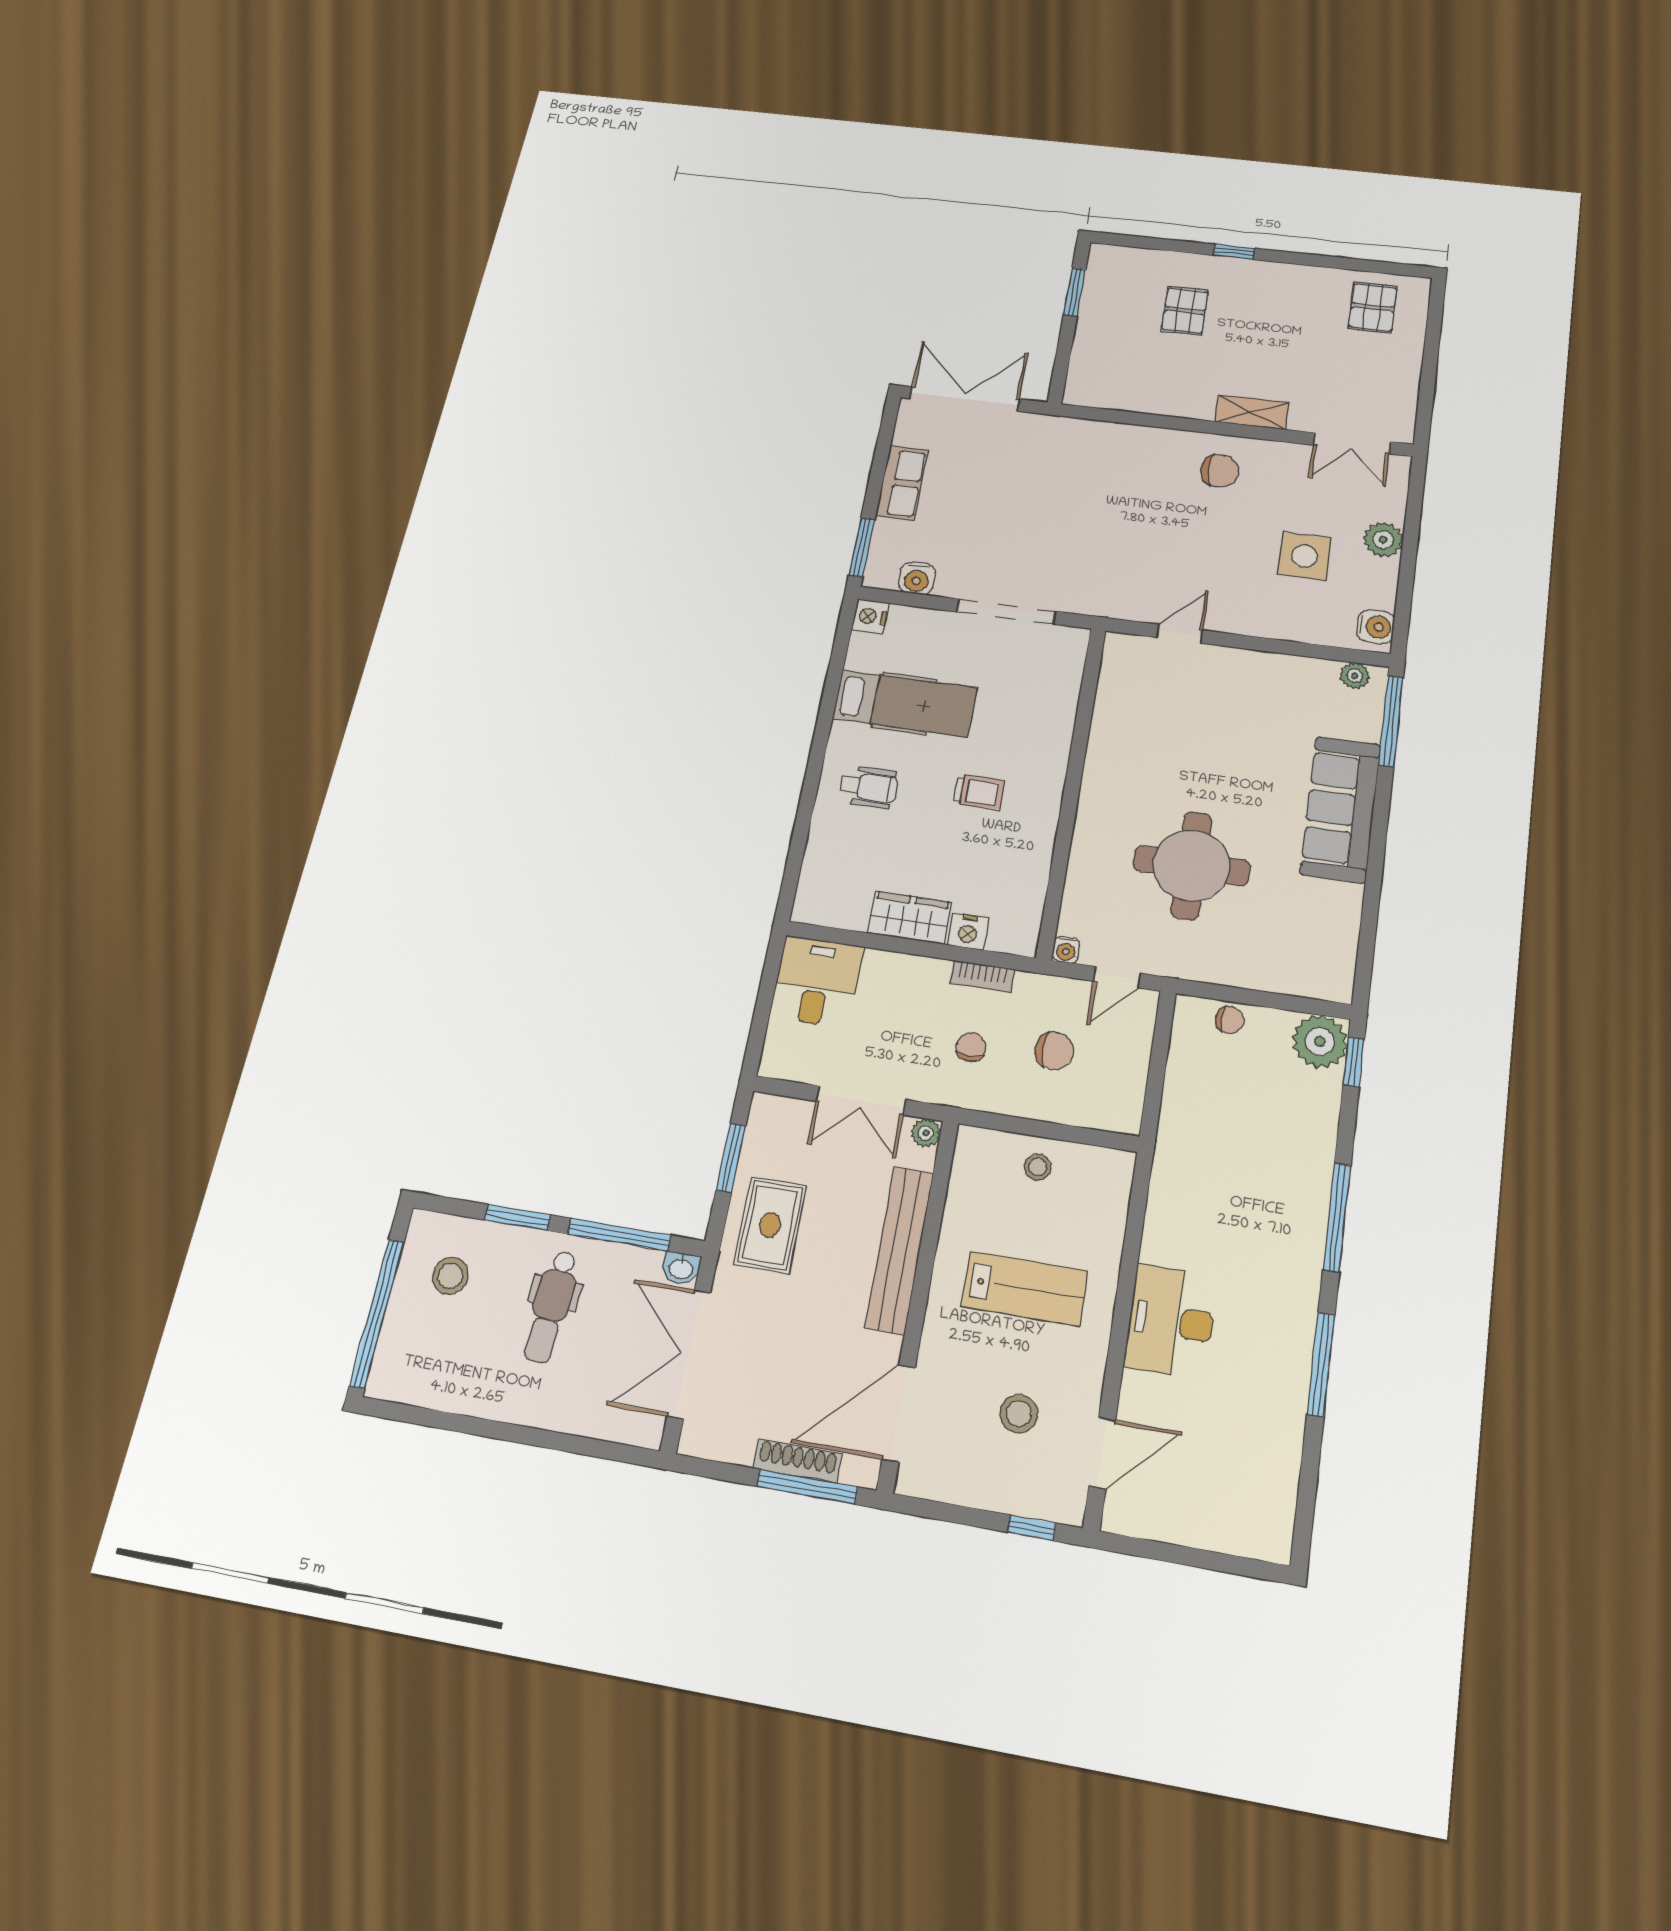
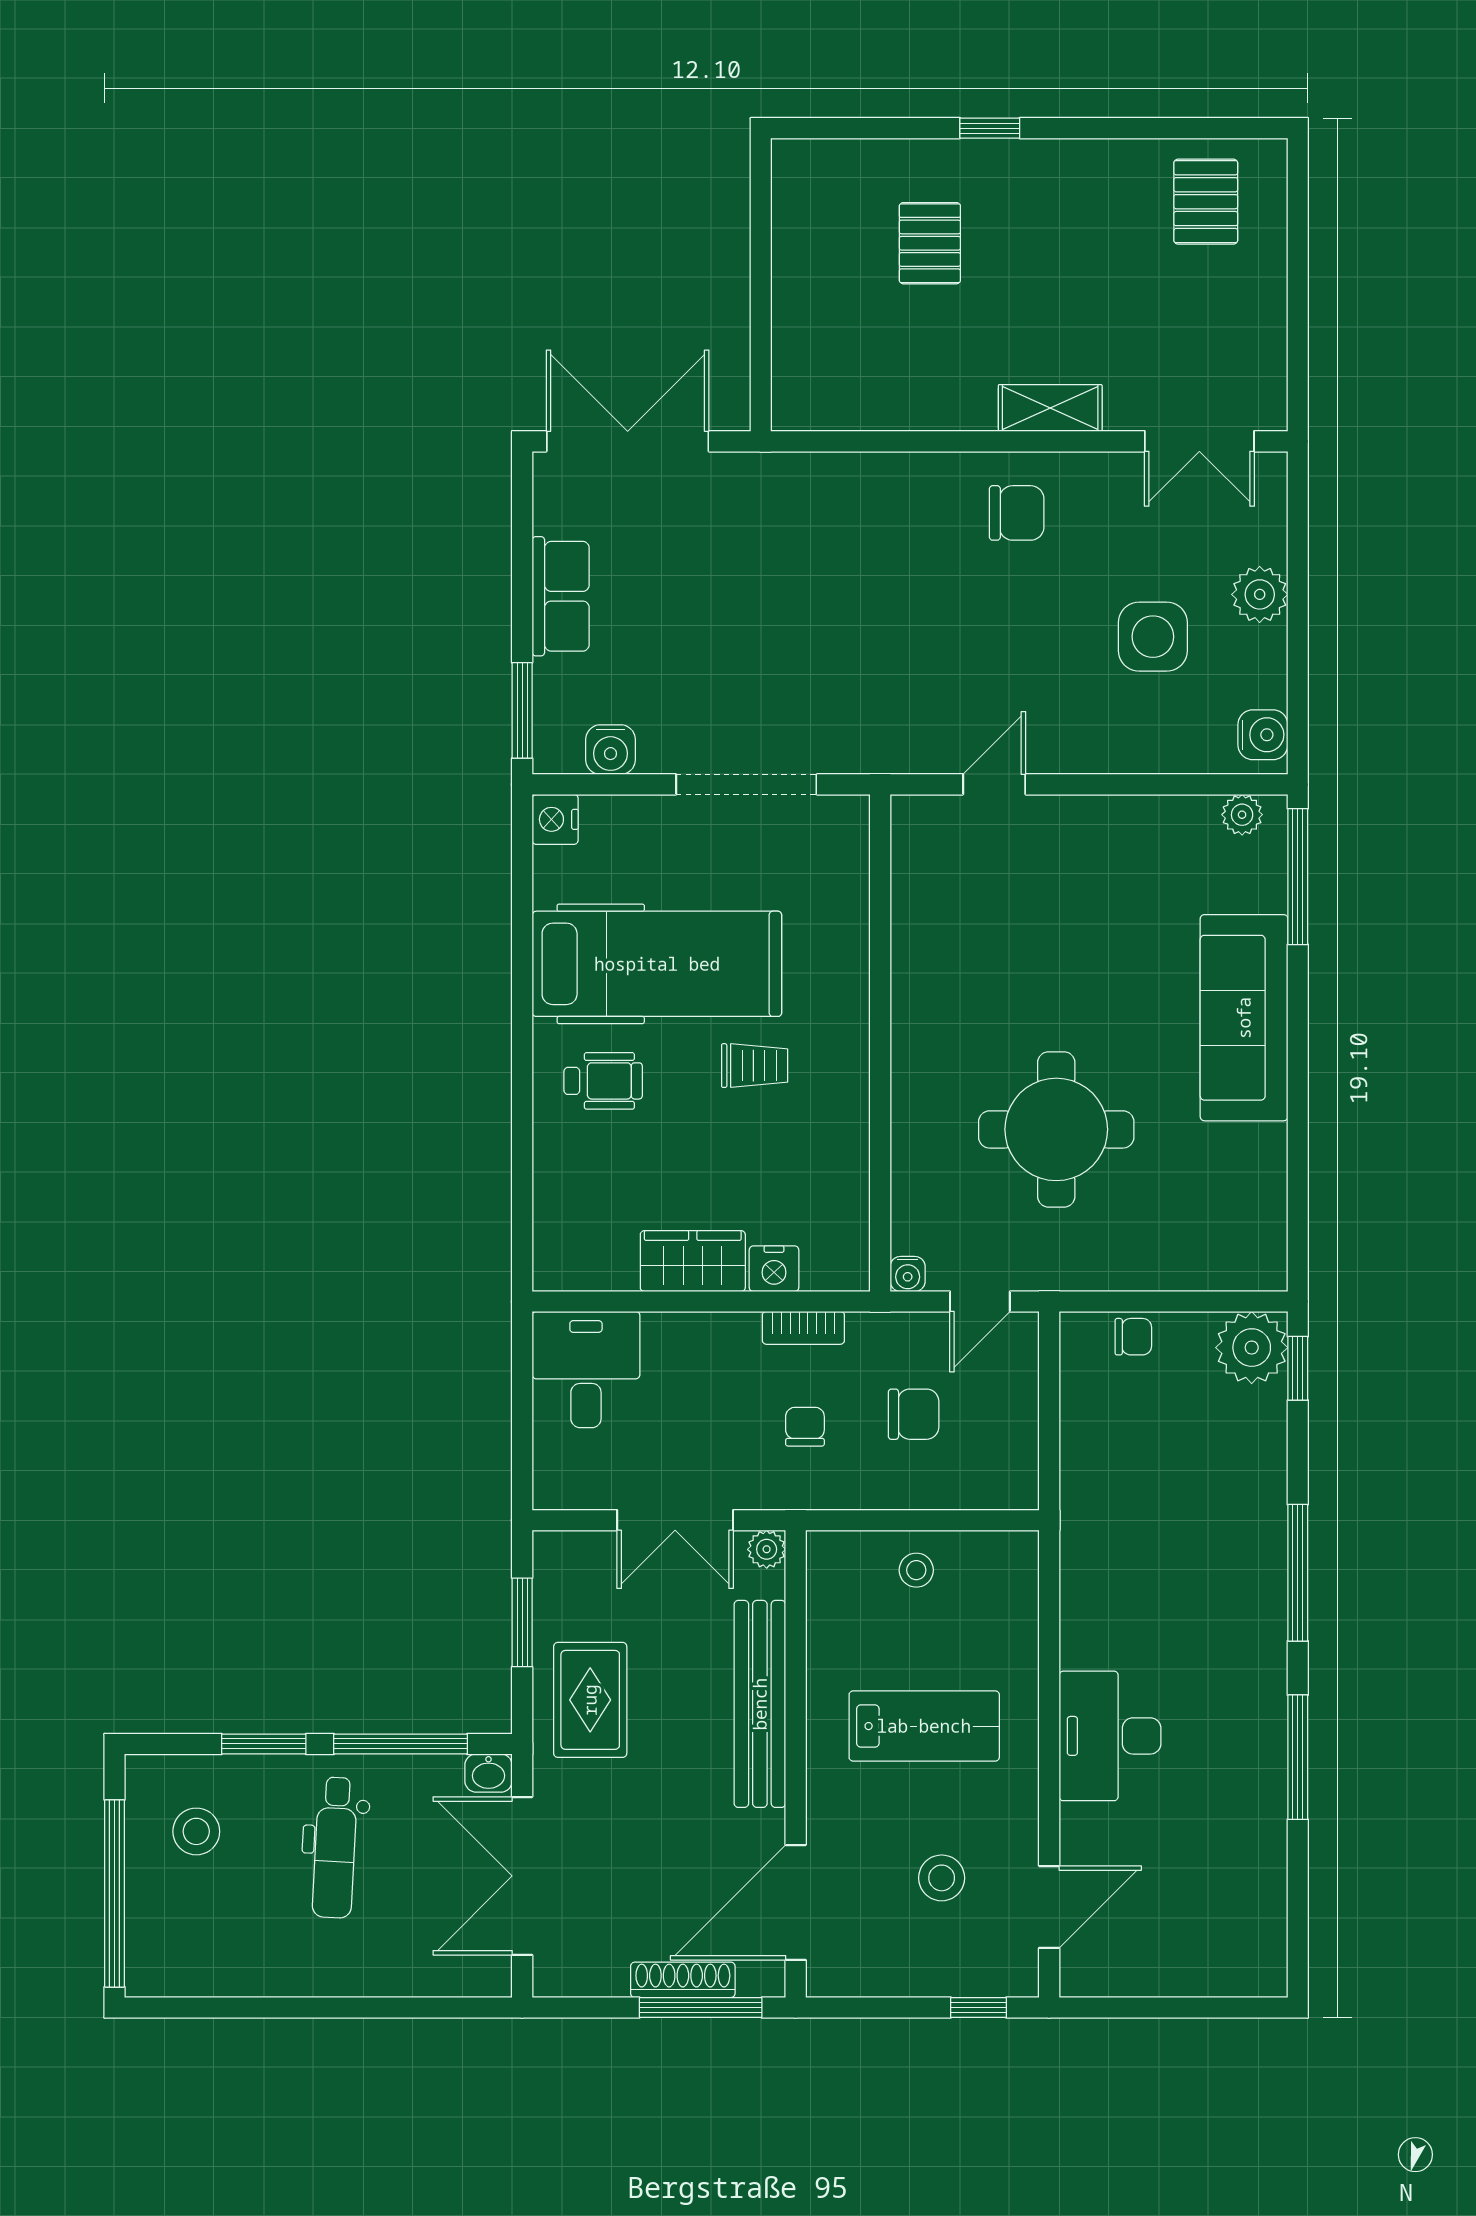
window: (1075, 292) -> (761, 231), removed
hospital bed: (905, 703) -> (657, 964), width x1.37, depth x1.29

